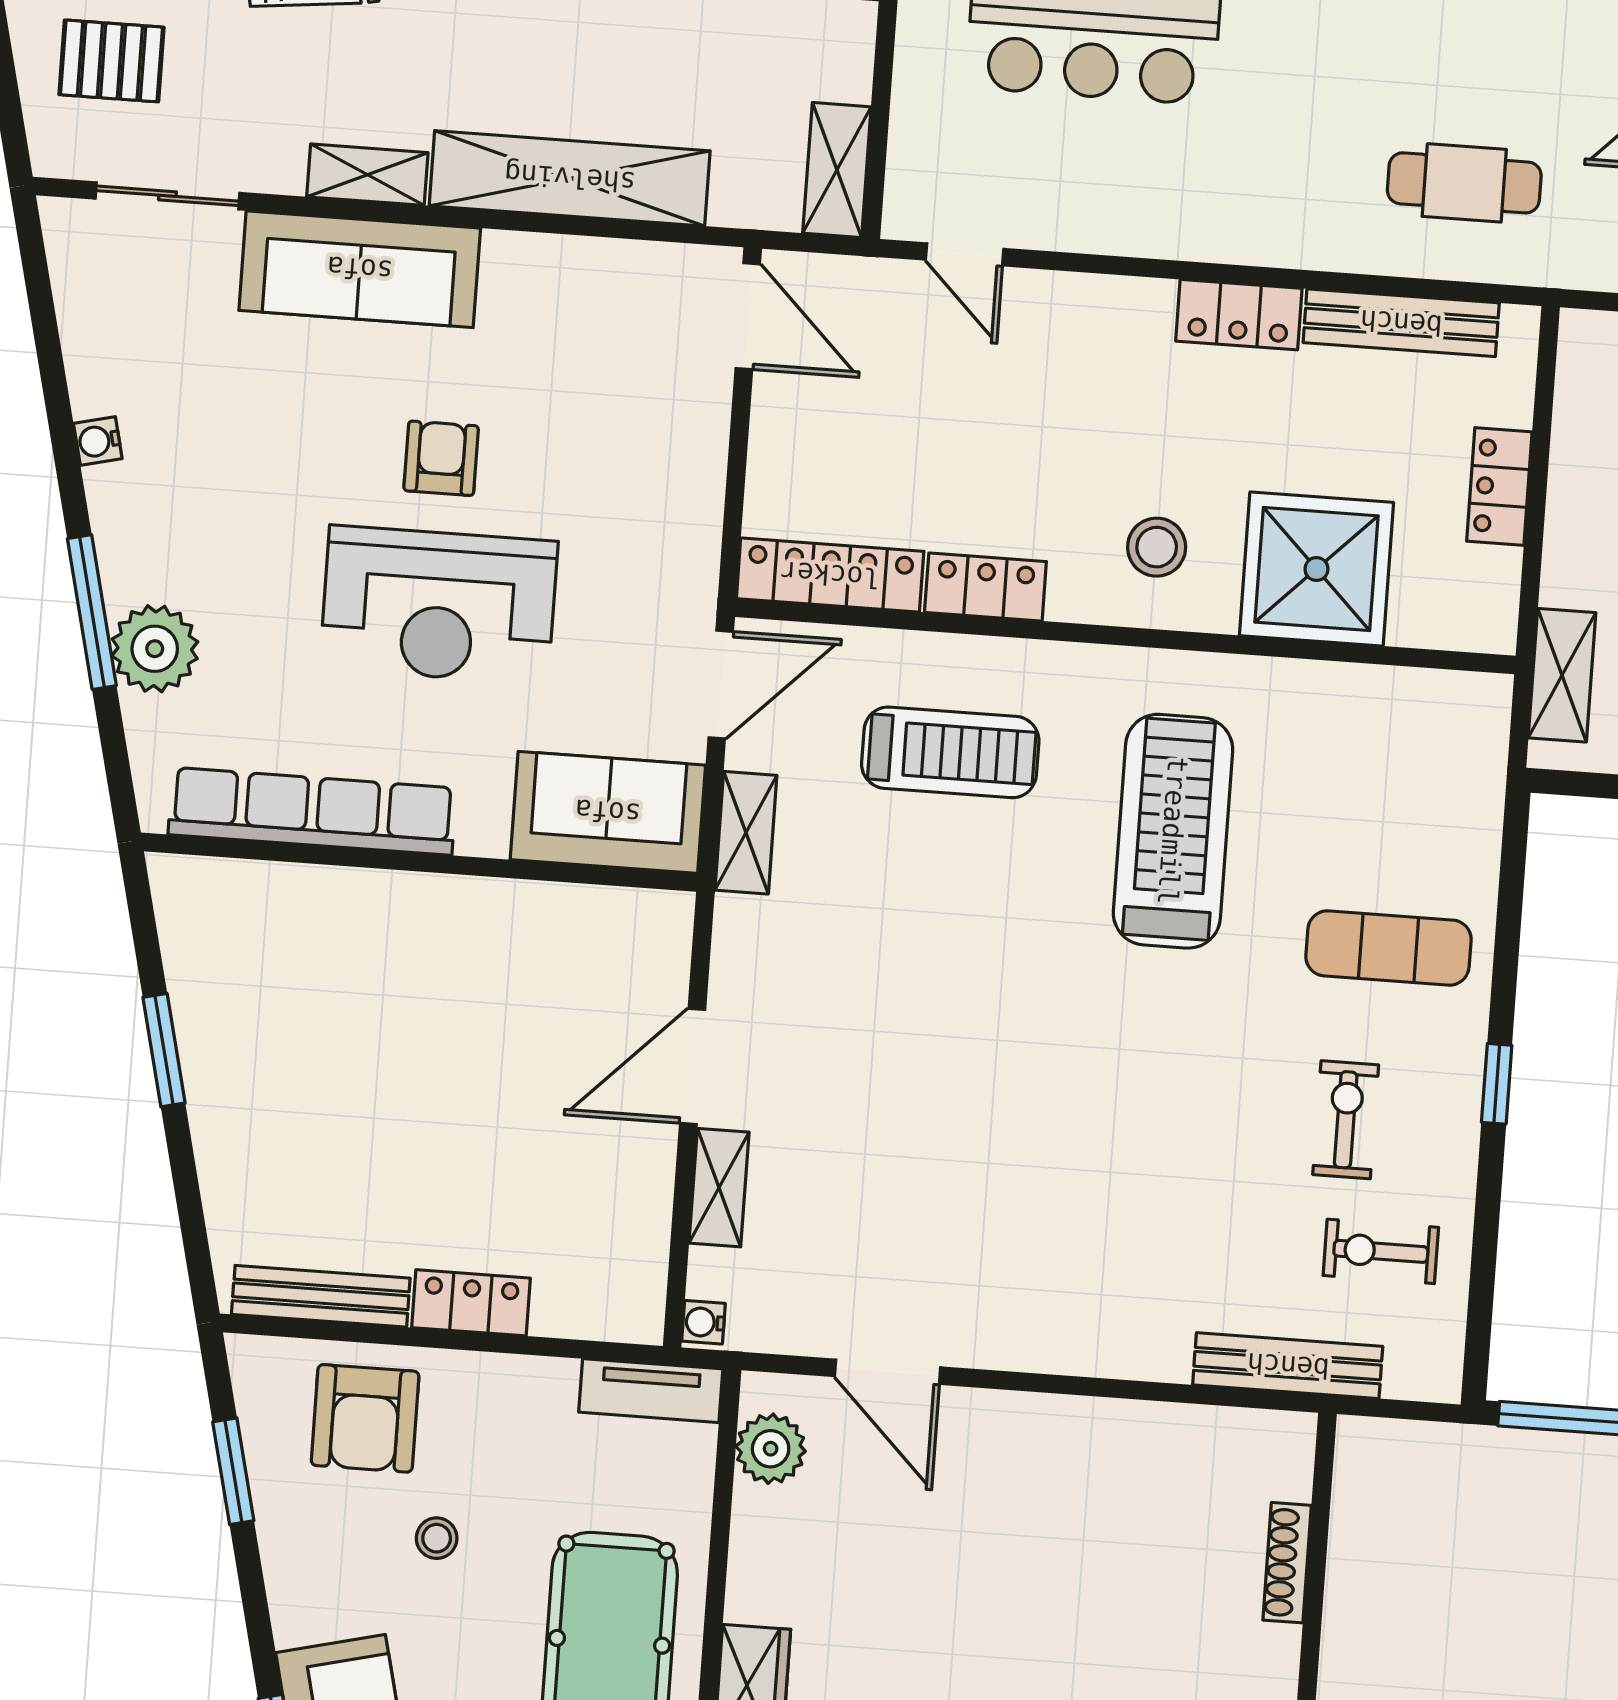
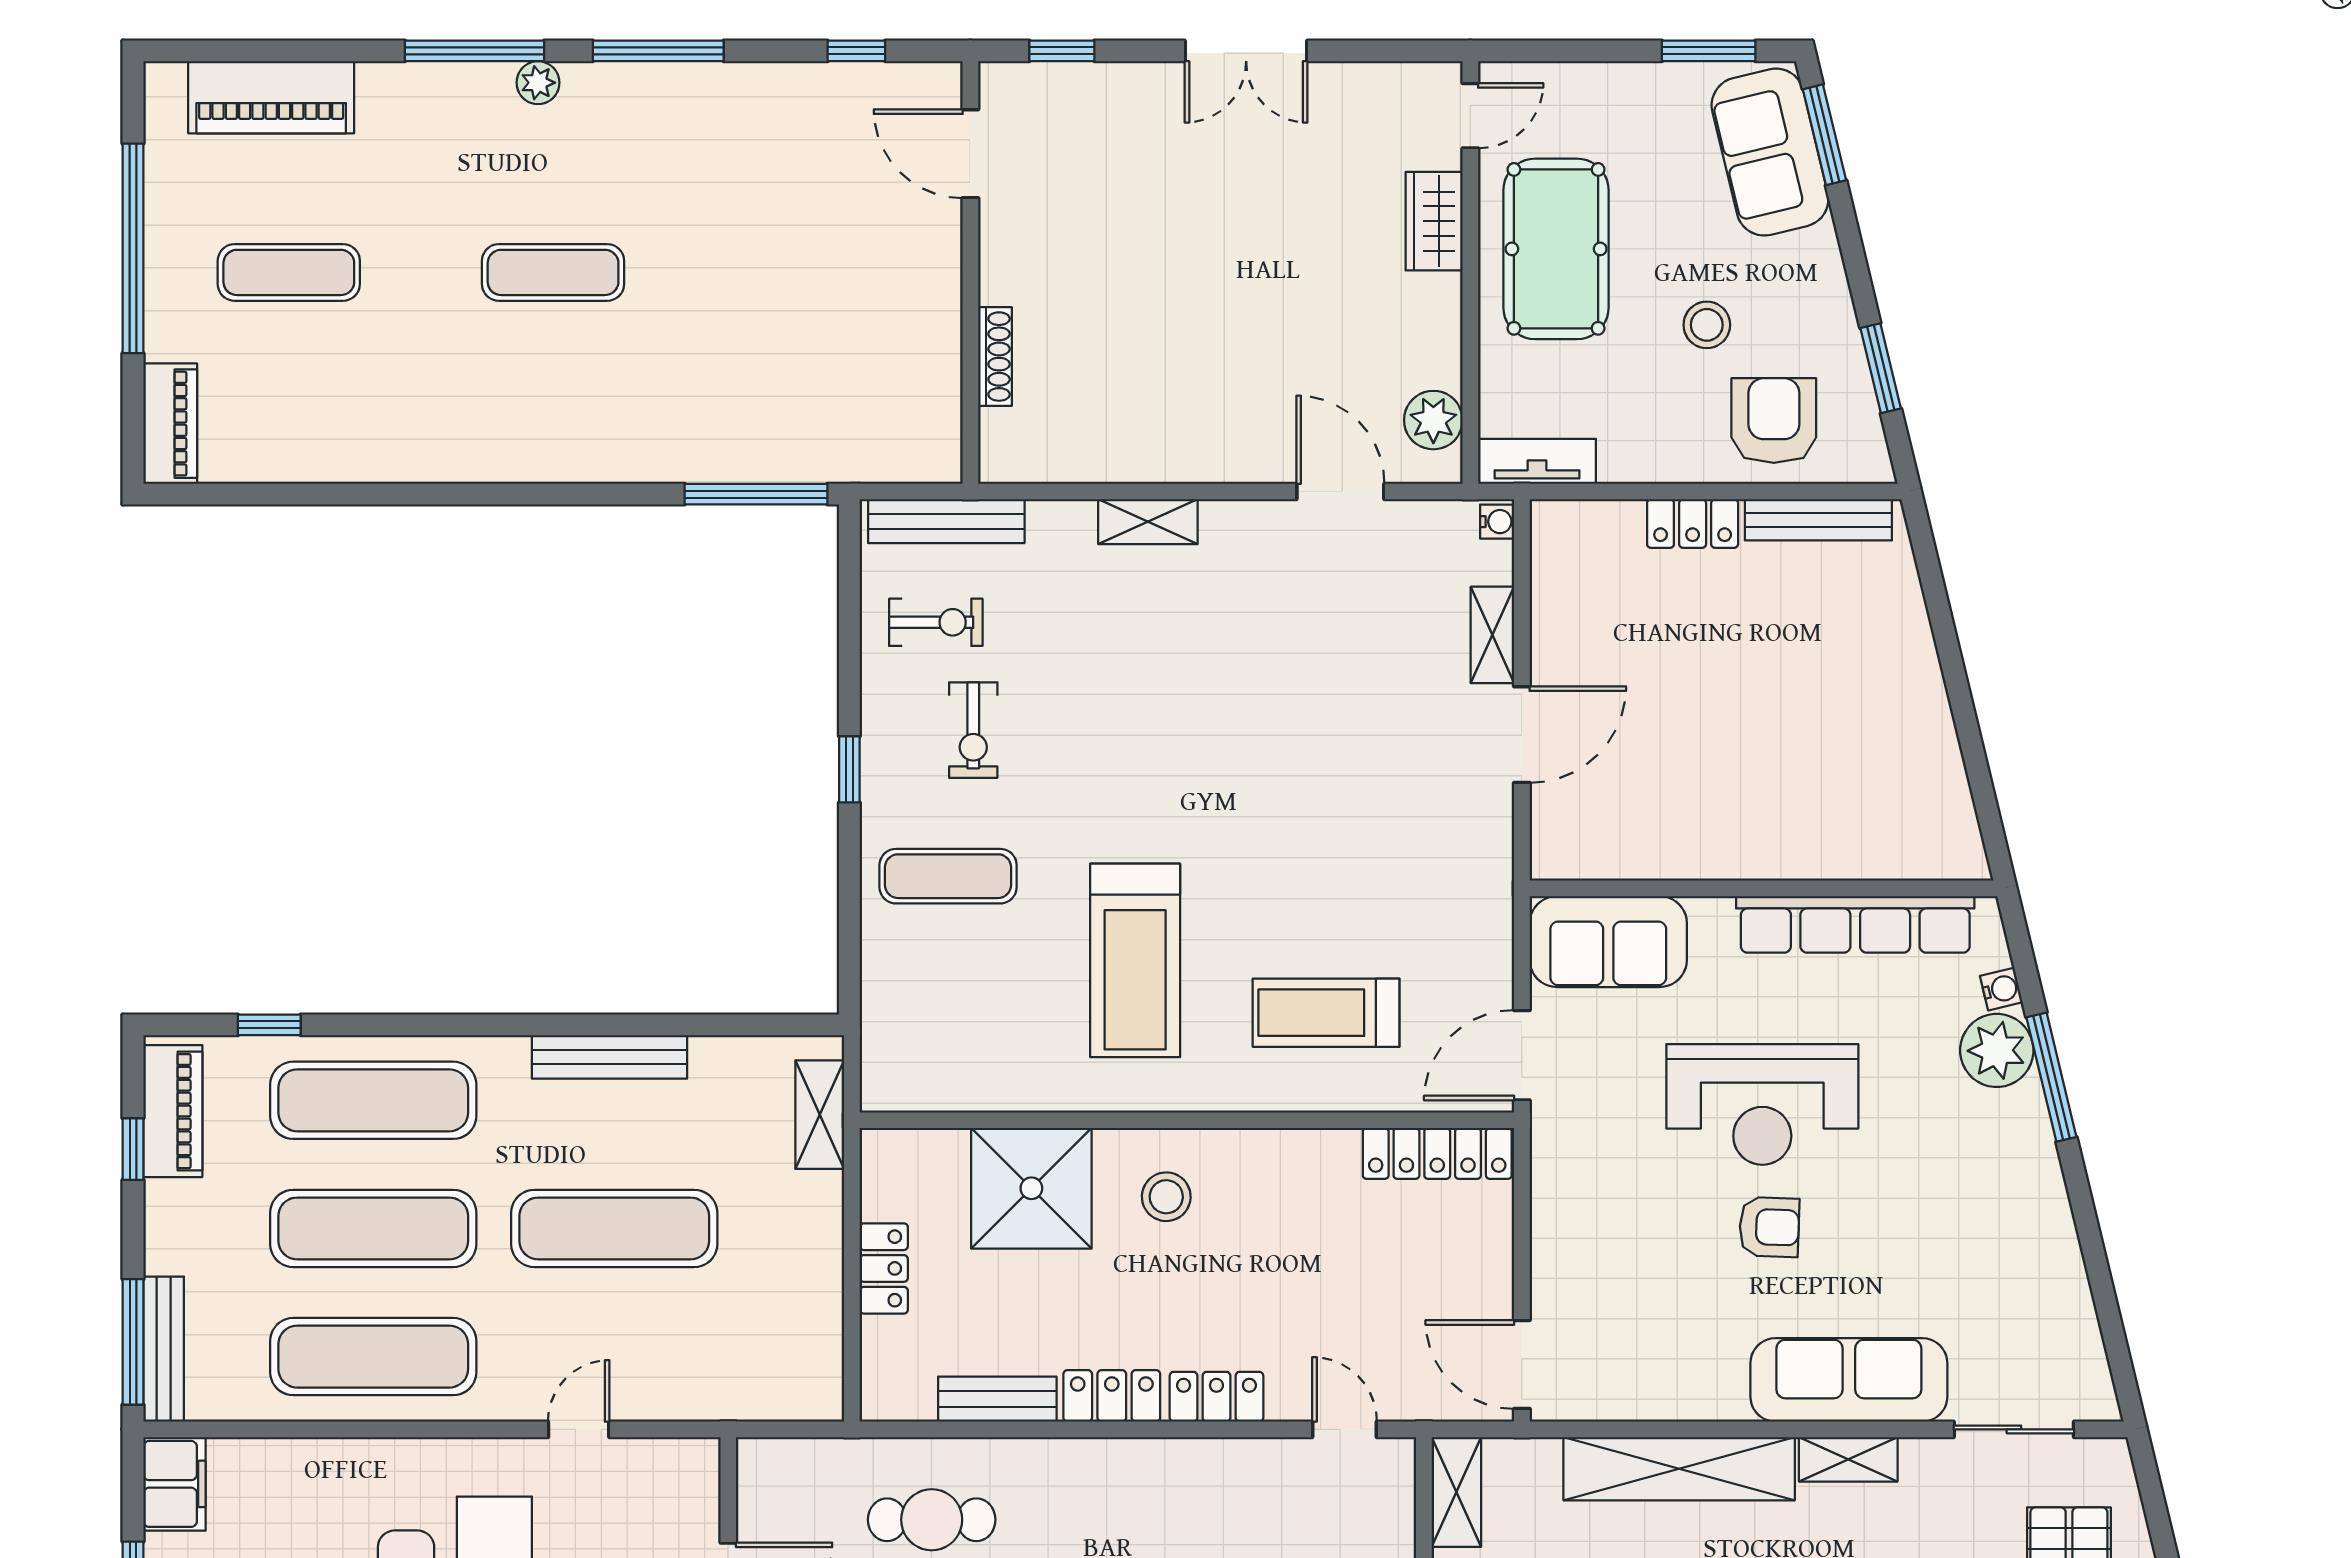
bench: (1401, 323) -> (997, 1399), width x0.73
water cooler: (98, 441) -> (2001, 989), moved
armchair: (441, 458) -> (1769, 1227), turned -88
locker: (985, 587) -> (1216, 1397), moved, turned 180
reception desk: (439, 605) -> (1762, 1104), turned 180
shelving: (746, 833) -> (1148, 522), moved, turned 90
window: (164, 1050) -> (1964, 716), removed
bench: (1288, 1366) -> (946, 521), moved
stool: (437, 1538) -> (1707, 325), width x1.37, depth x1.37

